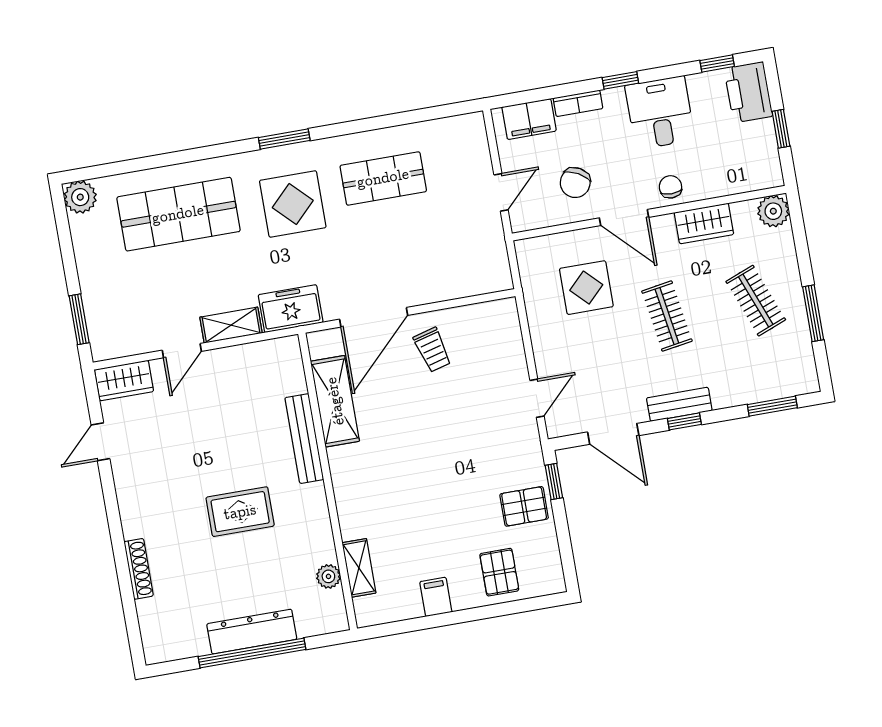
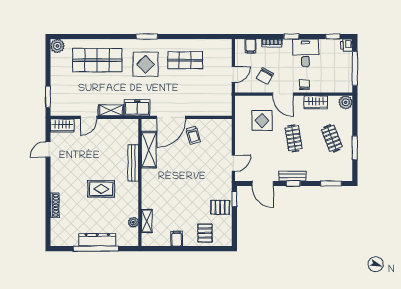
printer: (748, 92) -> (347, 45), width x0.53, depth x0.68
filing cabinet: (529, 119) -> (250, 46), width x0.50
window: (781, 129) -> (355, 68), width x2.17

